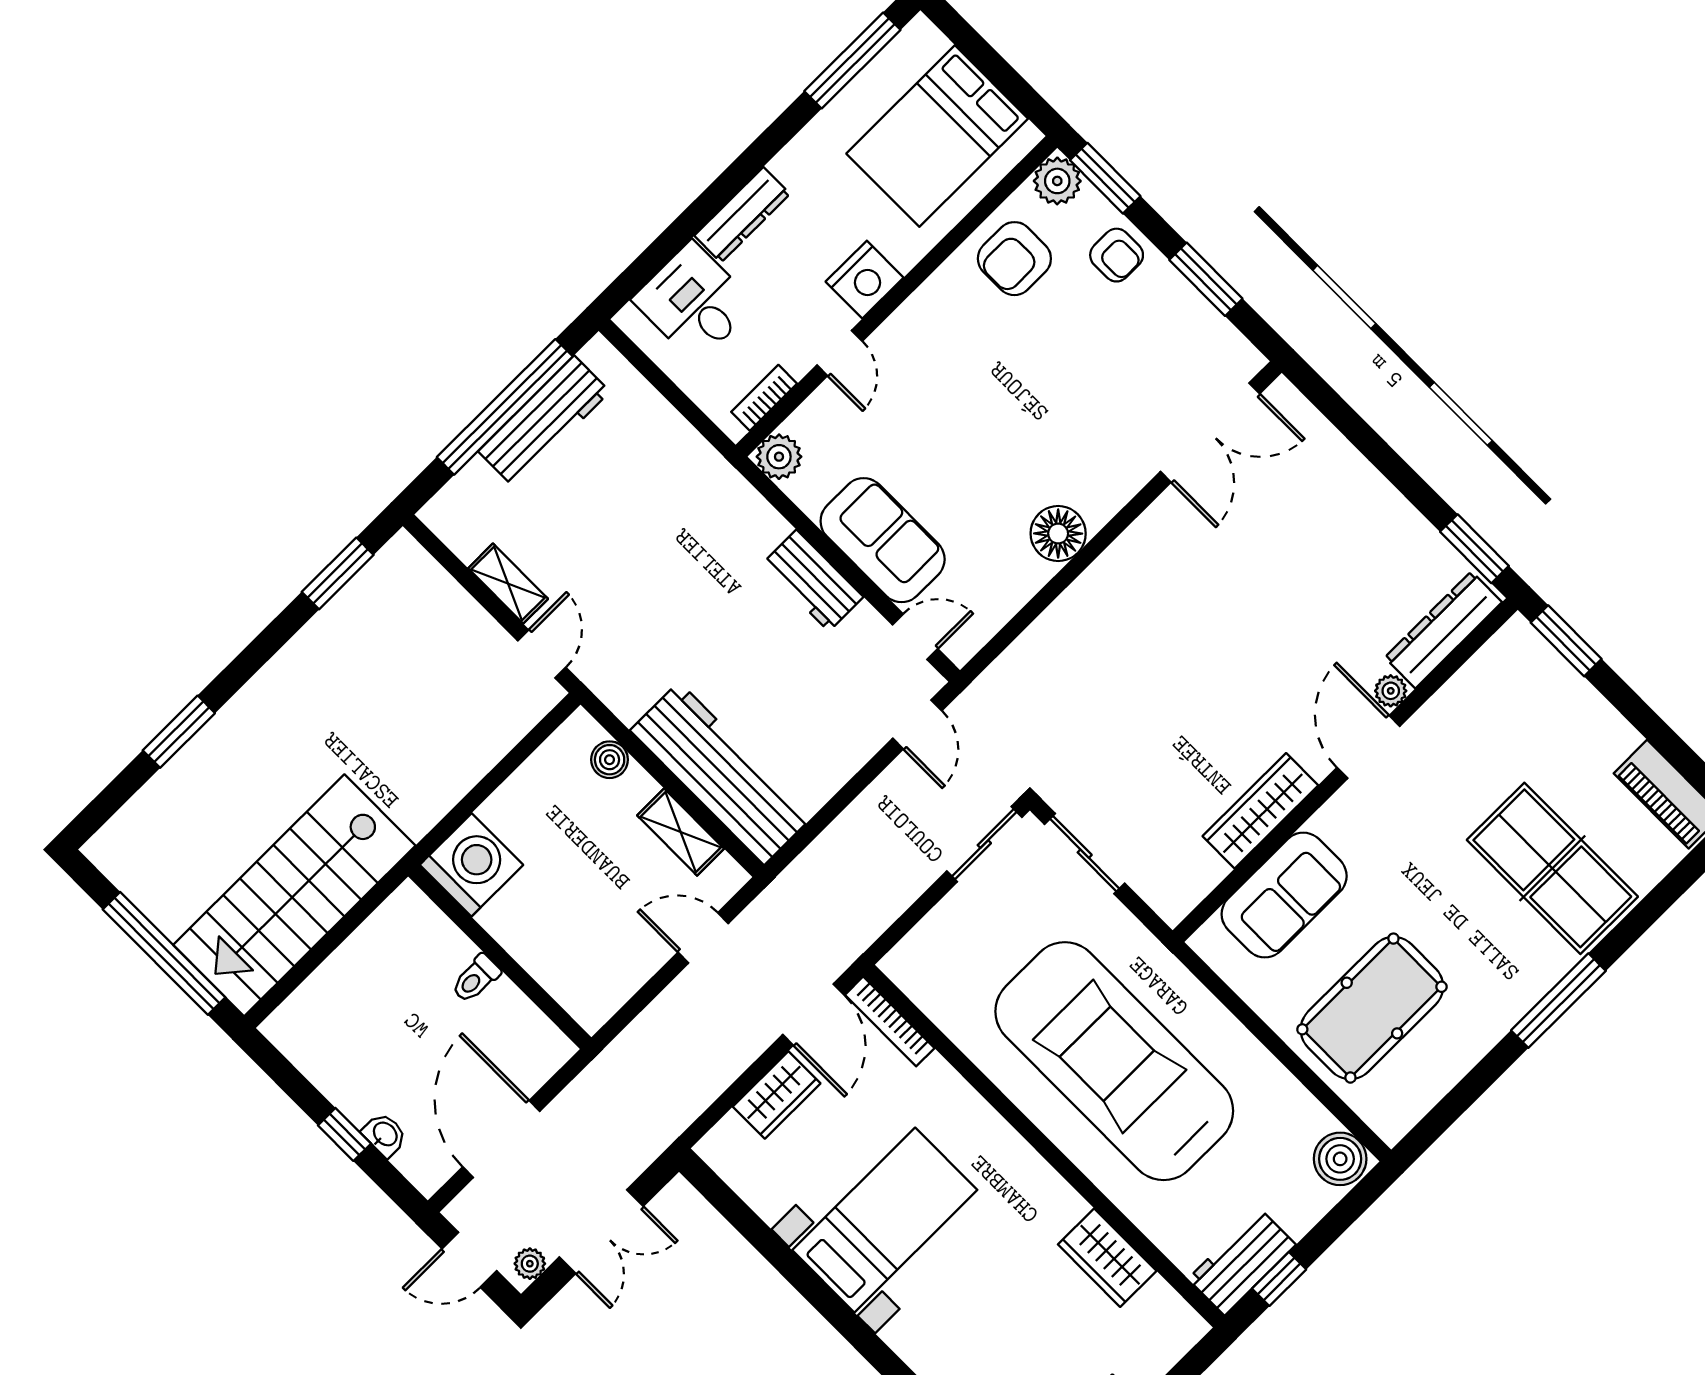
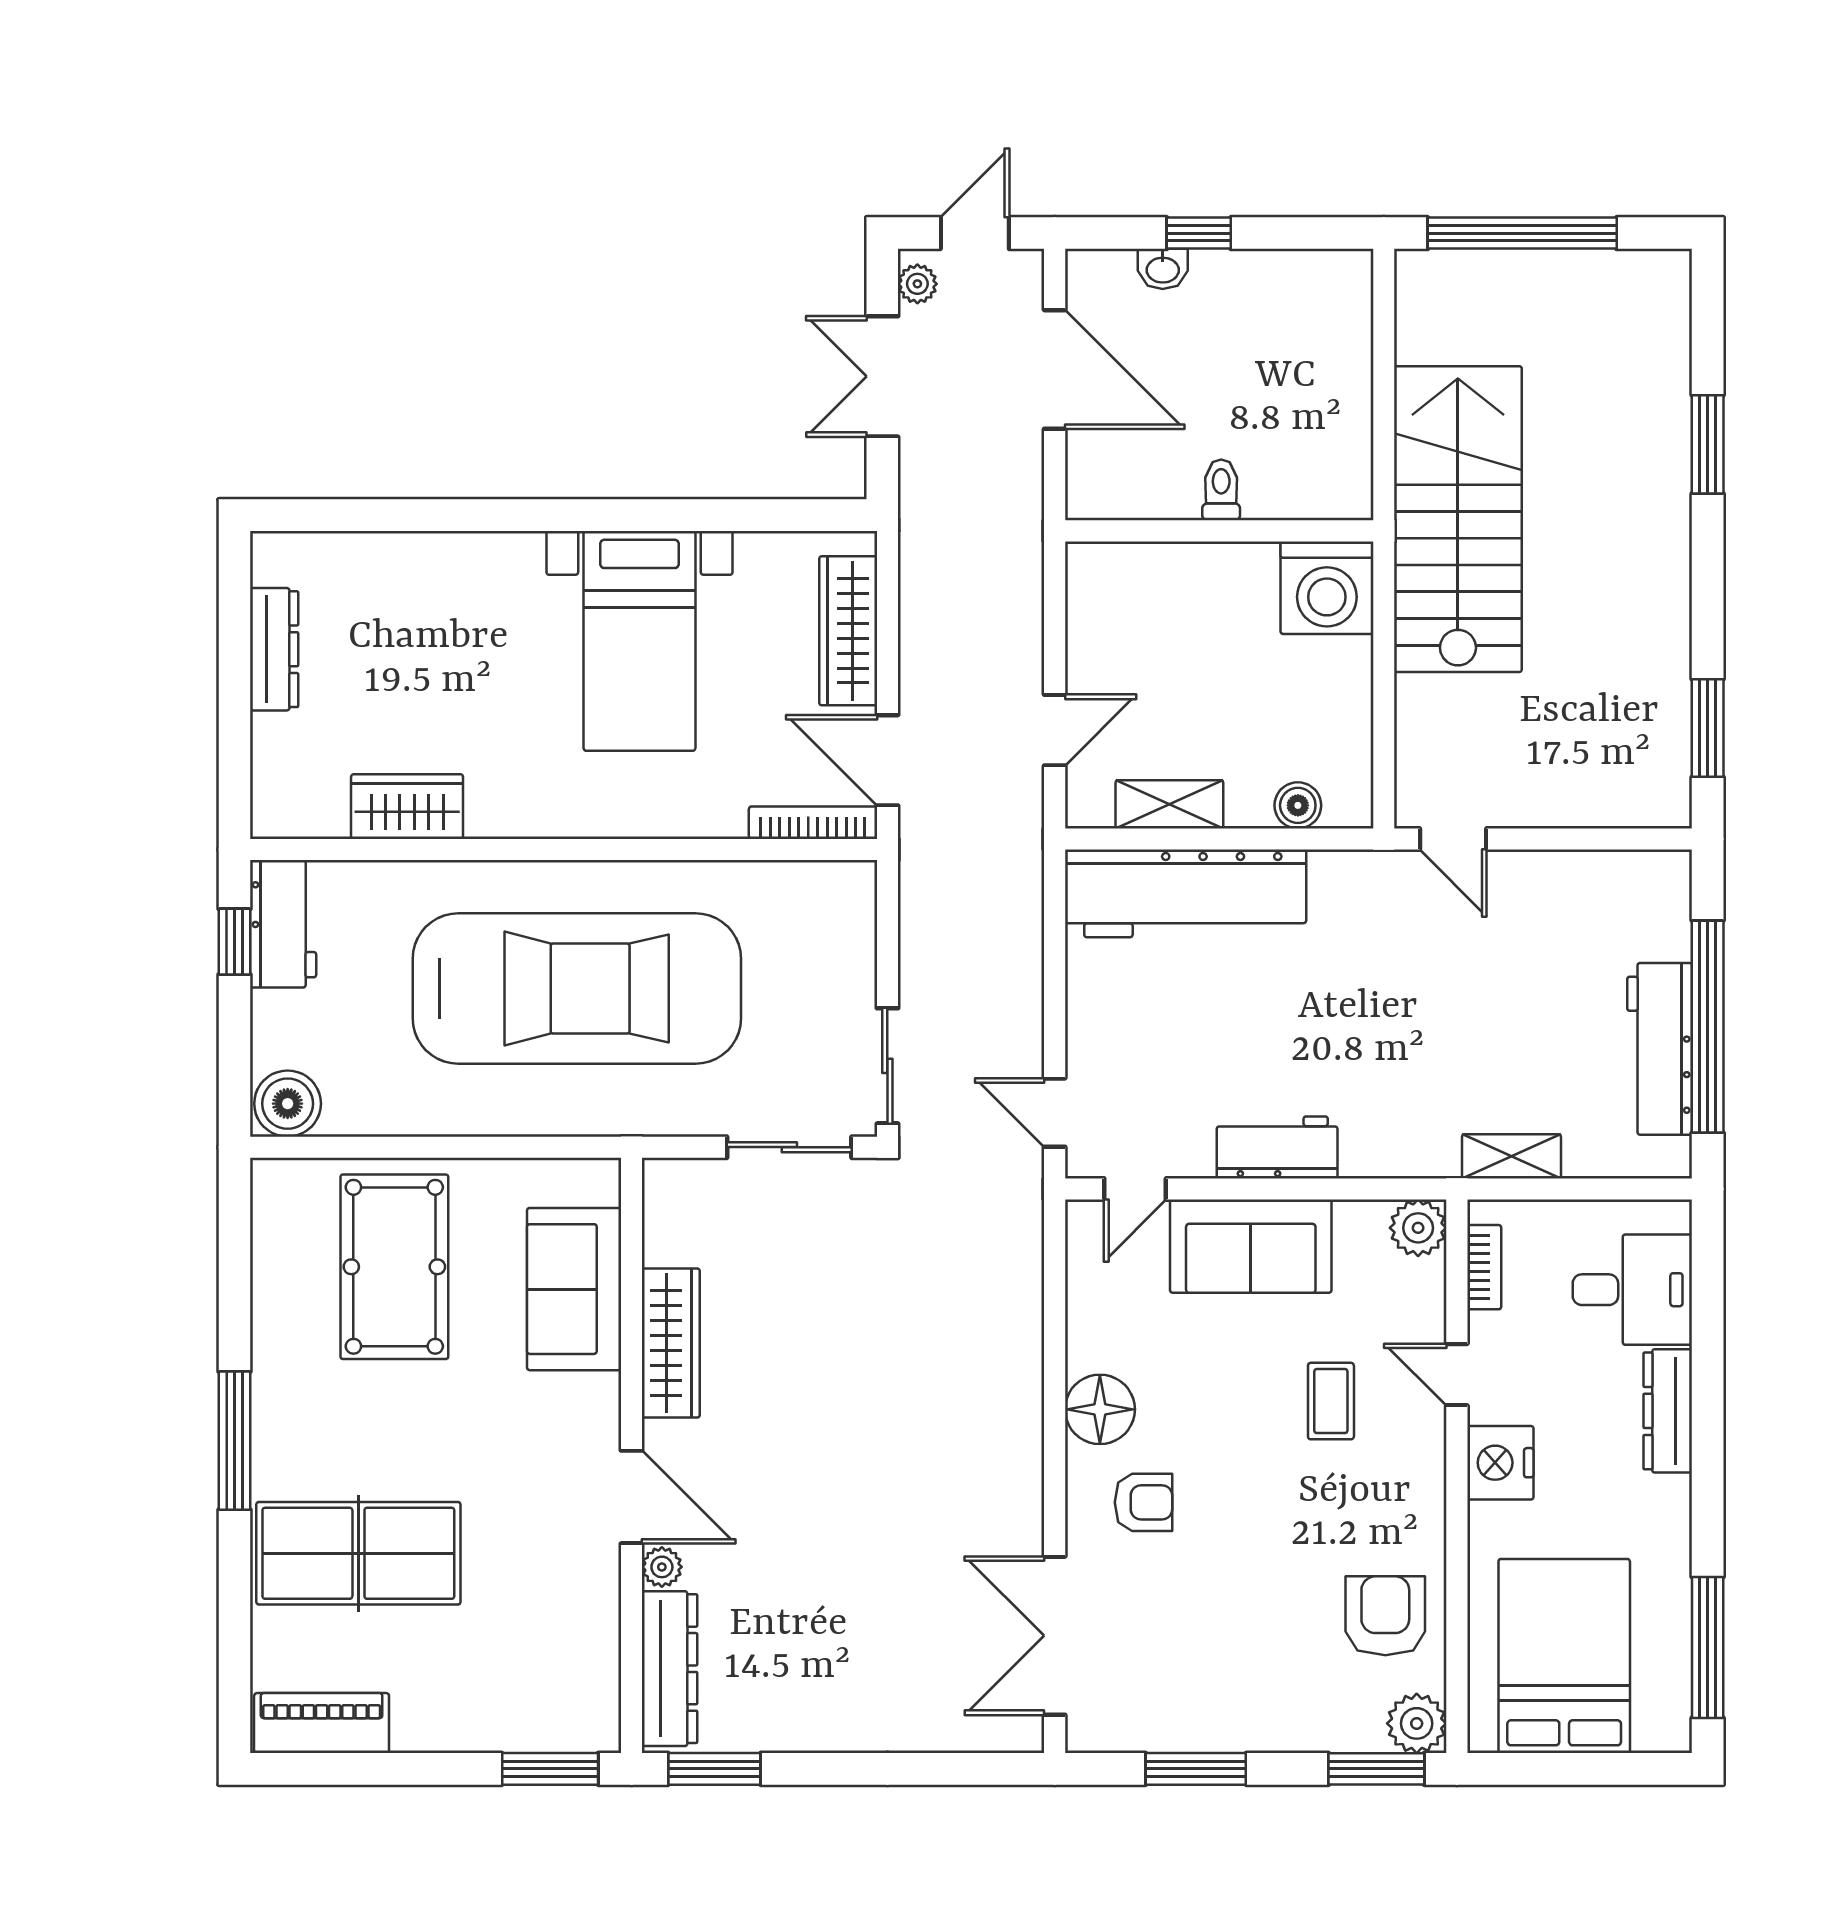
armchair: (1117, 255) -> (1143, 1502), moved, turned 180
coffee table: (925, 409) -> (1331, 1401), added
shelving: (508, 584) -> (1511, 1156), moved
stairs: (294, 895) -> (1458, 519), moved
wardrobe: (777, 1095) -> (848, 631), width x1.50

